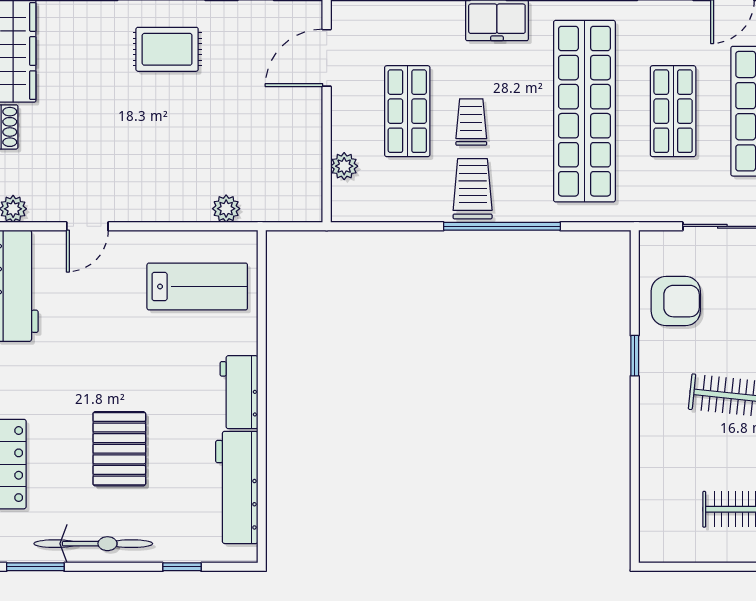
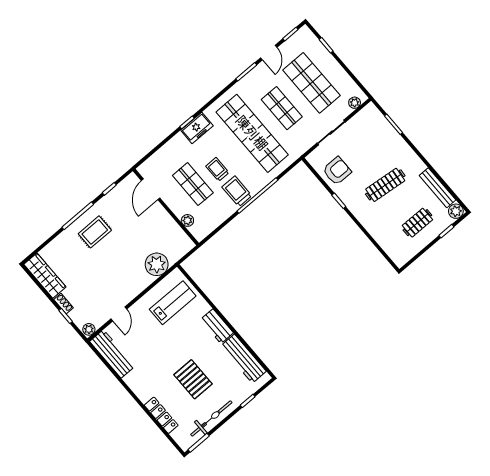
plant: (226, 209) -> (157, 264), width x1.87, depth x1.87

